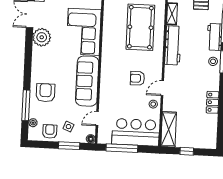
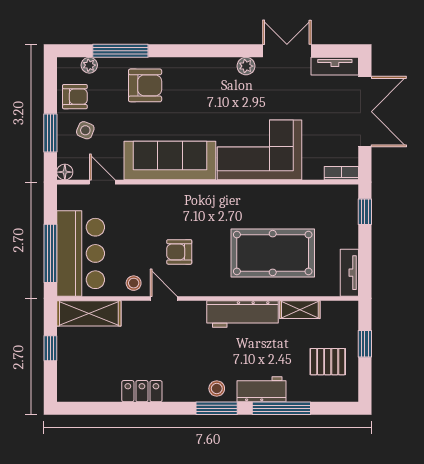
plant: (42, 37) -> (246, 66), width x0.53, depth x0.53
armchair: (137, 78) -> (179, 252), turned -90
window: (122, 148) -> (50, 253), moved

